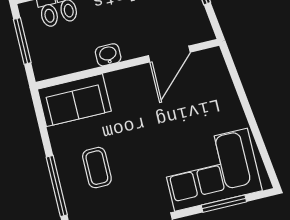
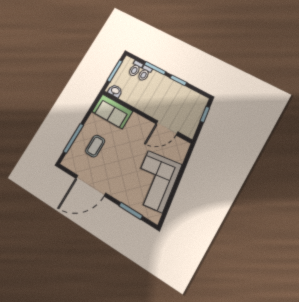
washbasin: (108, 55) -> (115, 91), moved
corner sofa: (211, 170) -> (155, 181), moved, turned -97

